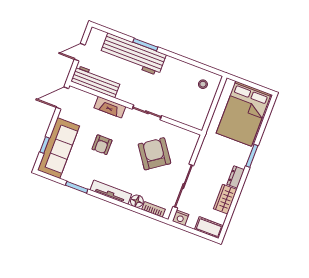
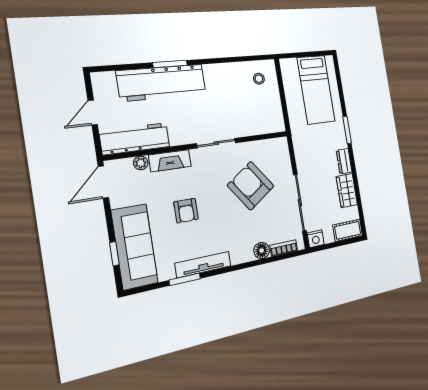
plant: (91, 99) -> (141, 163), added
bed: (244, 114) -> (316, 90), width x0.67
tv unit: (111, 192) -> (203, 265), moved

